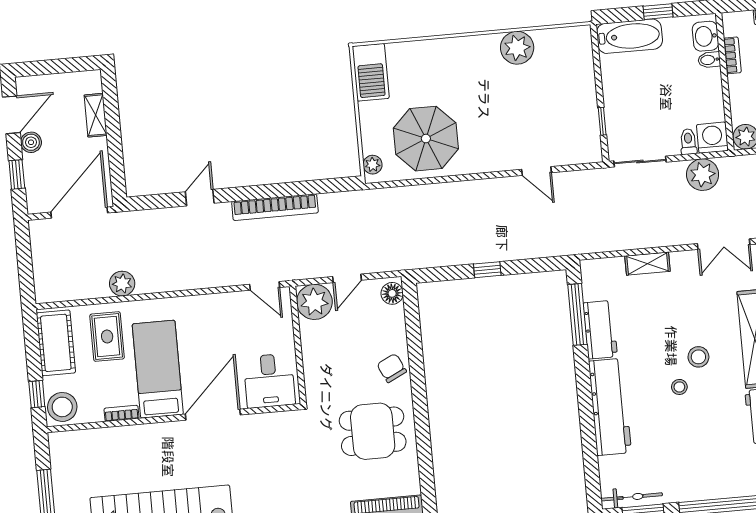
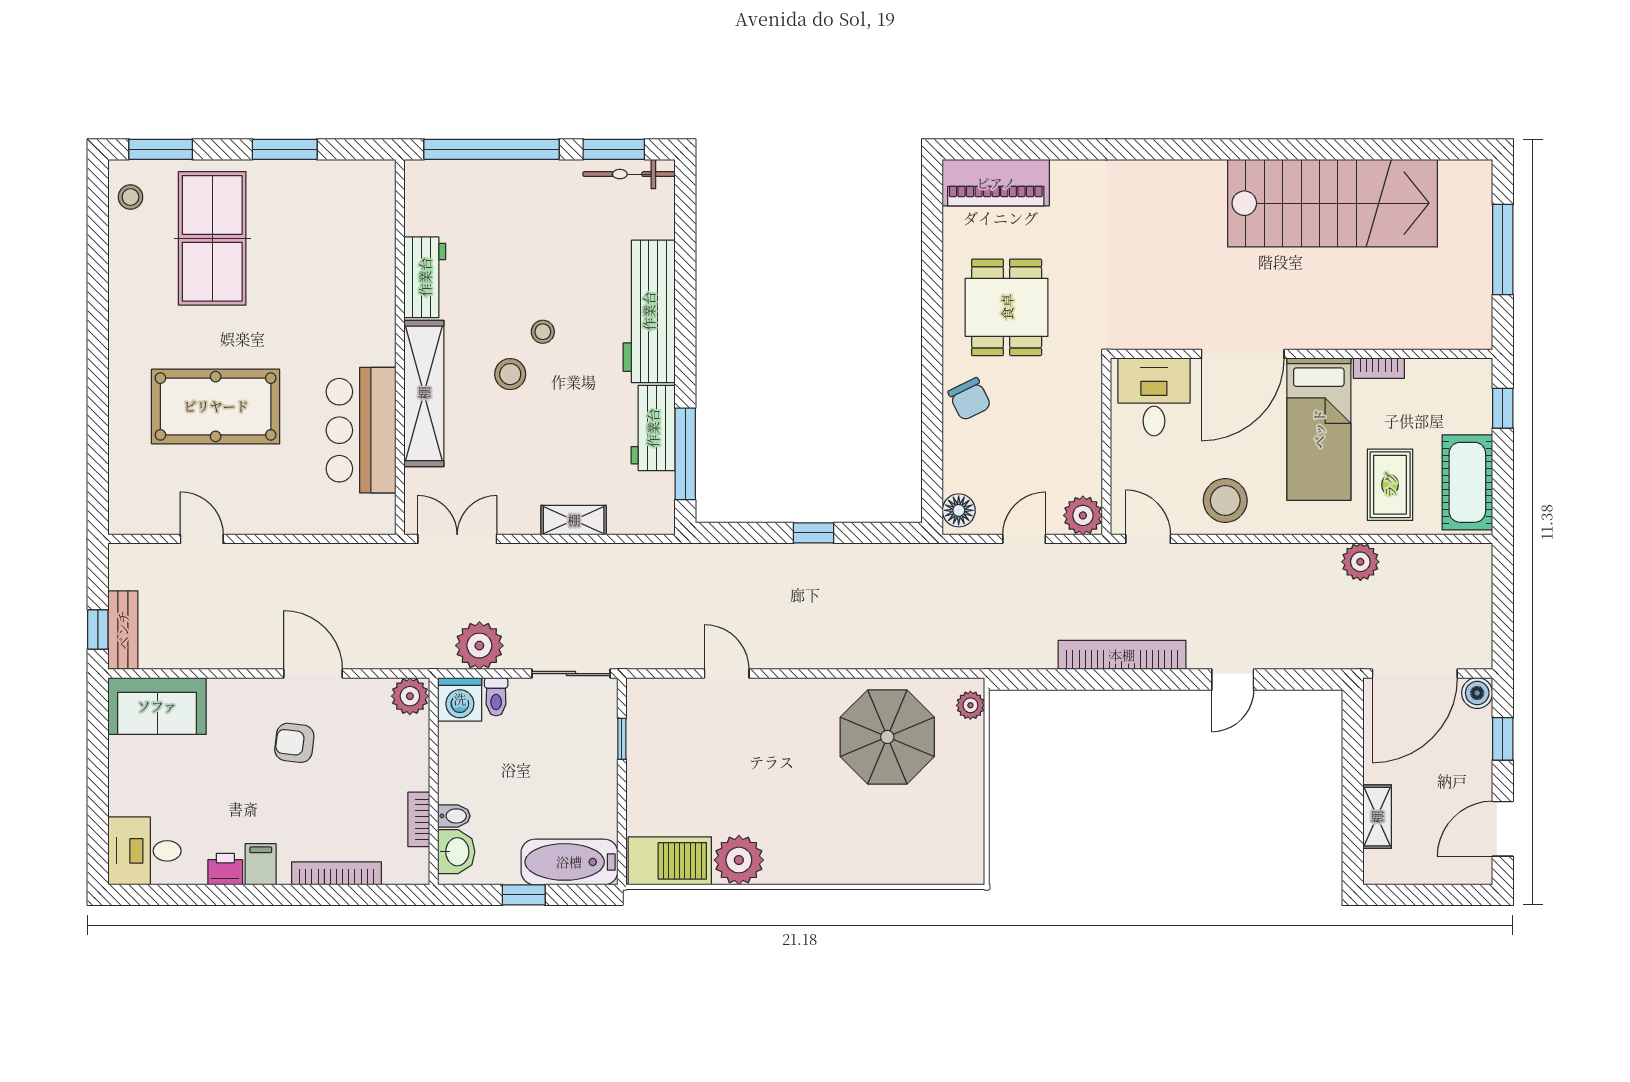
barbecue: (371, 72) -> (670, 861), moved, turned 90
boiler: (31, 142) -> (1477, 693), moved
plant: (314, 302) -> (1083, 515), width x0.73, depth x0.73
stool: (62, 407) -> (1225, 500), moved
dining table: (373, 431) -> (1007, 307), turned 90

